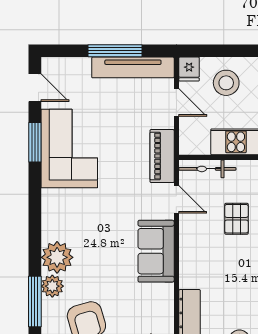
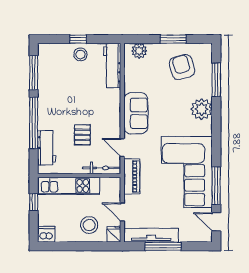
window: (35, 142) -> (216, 186), width x1.44
corner sofa: (69, 149) -> (187, 172), width x1.36, depth x1.36
plant: (52, 286) -> (205, 90), removed

